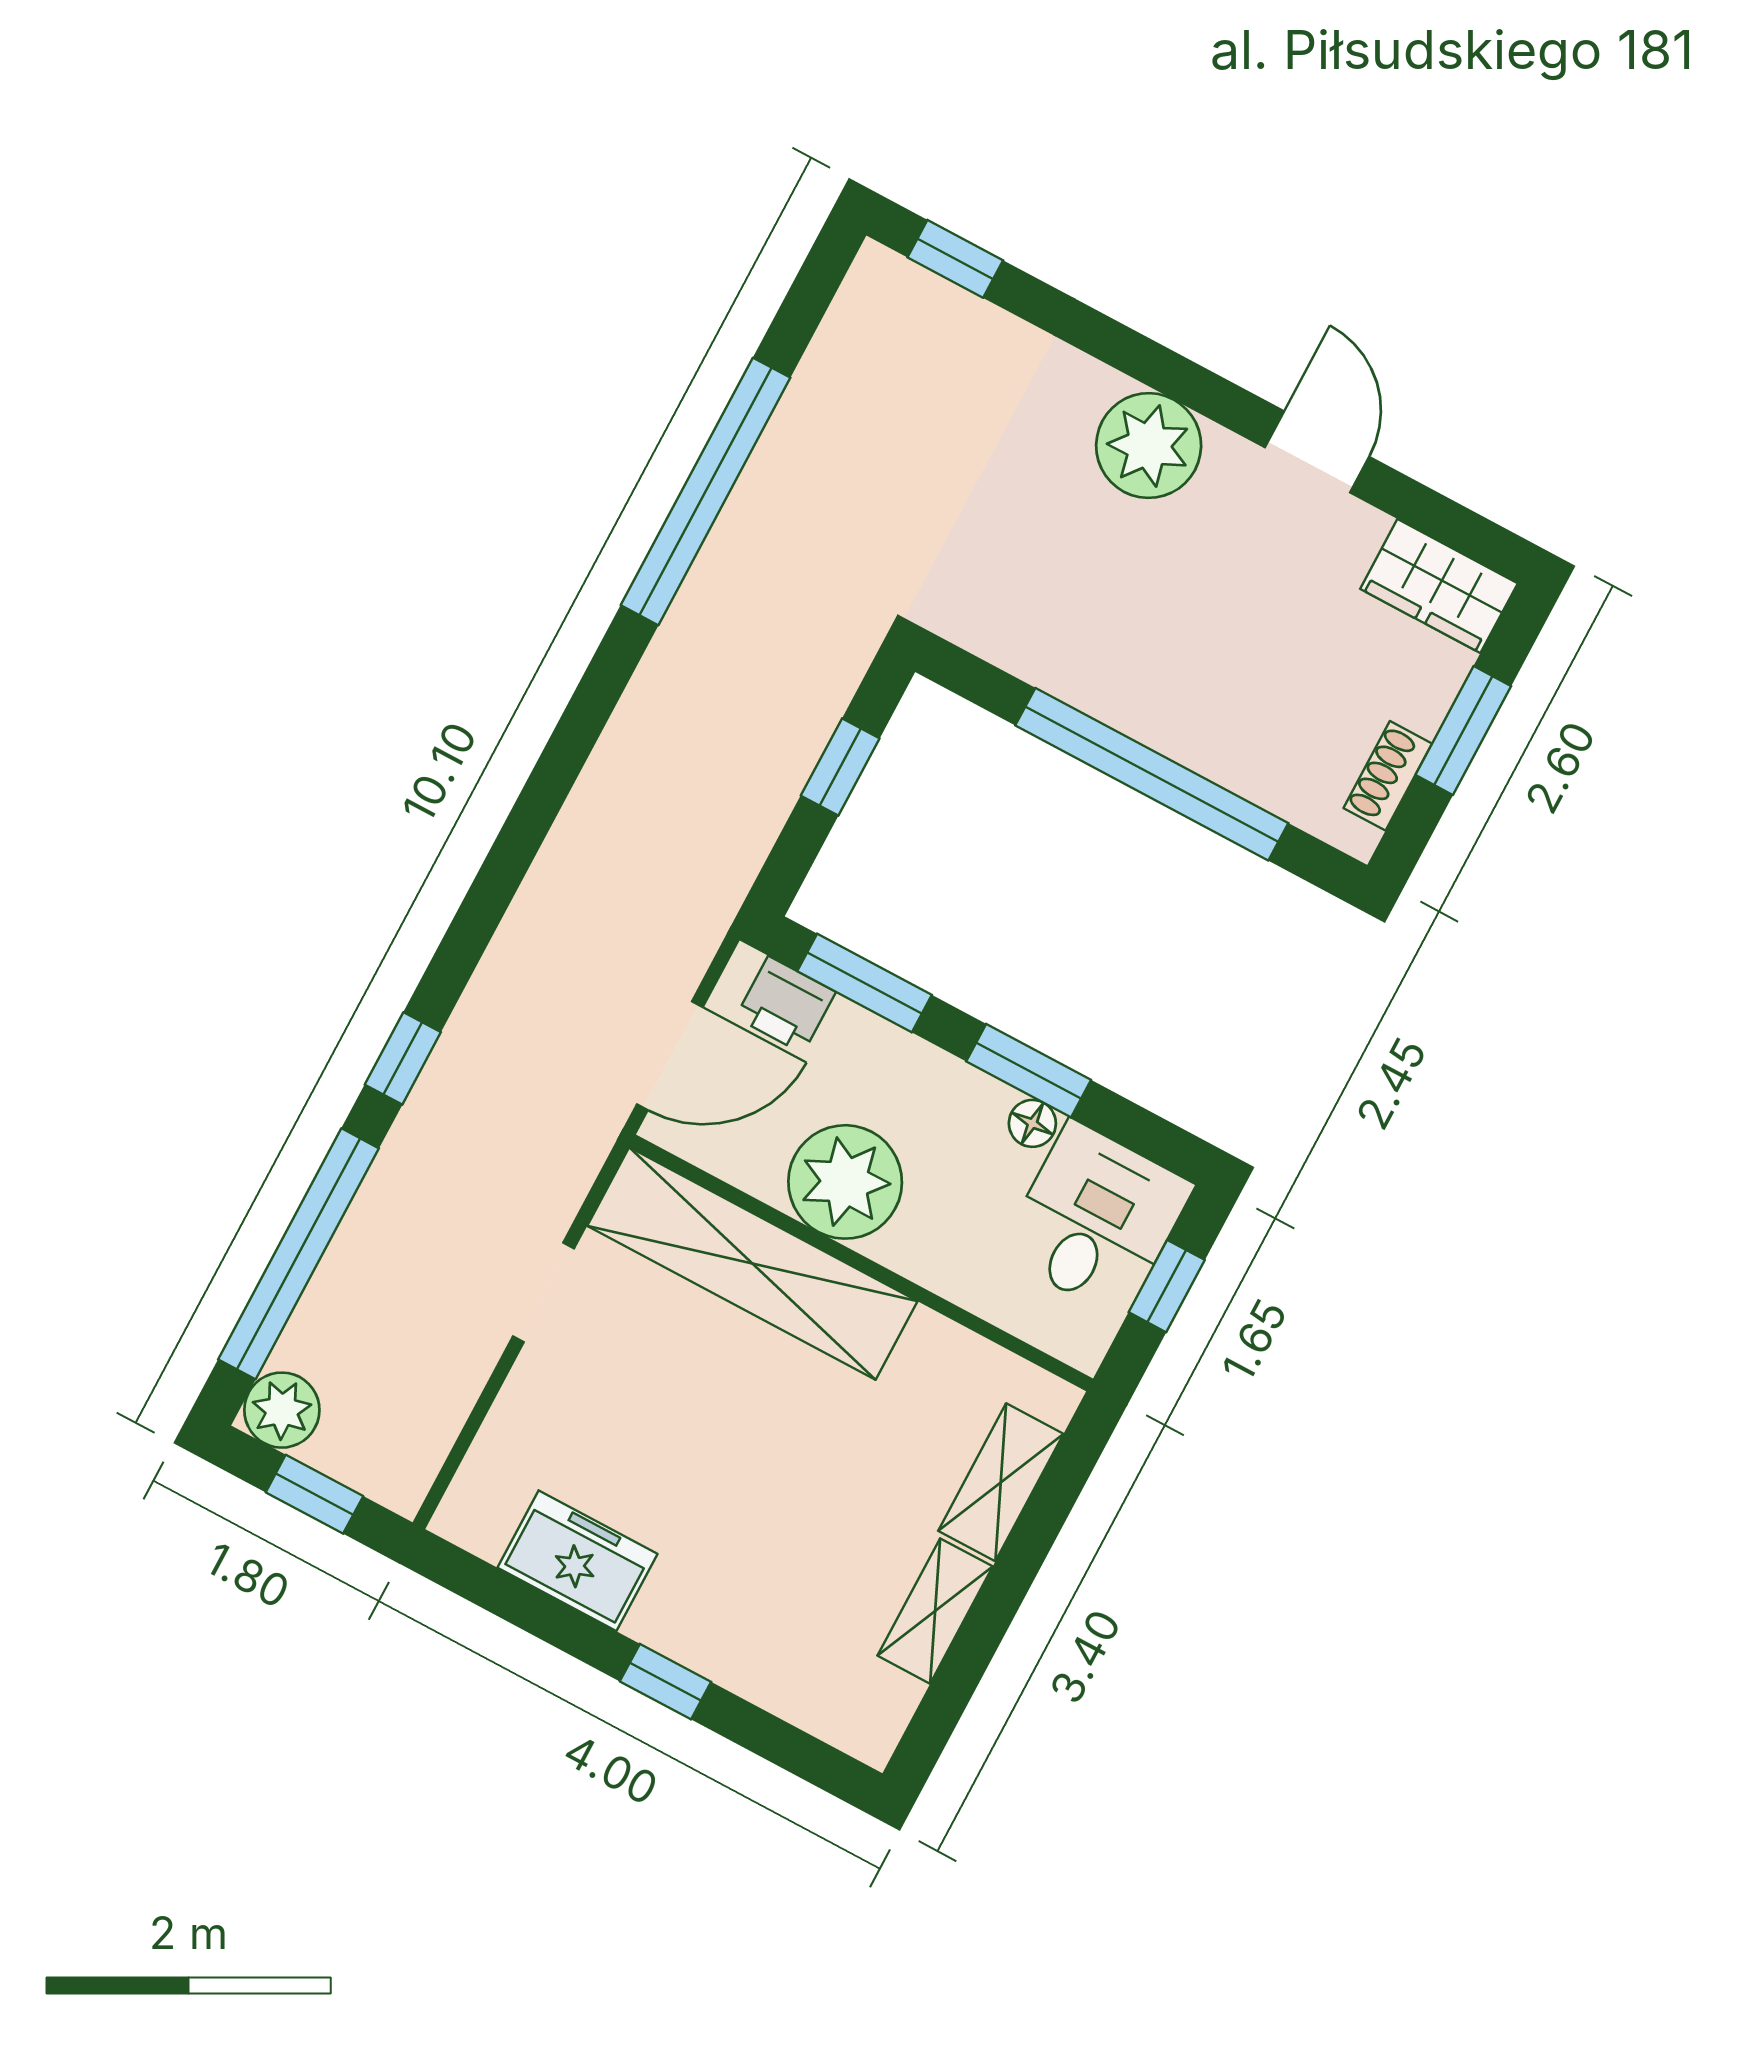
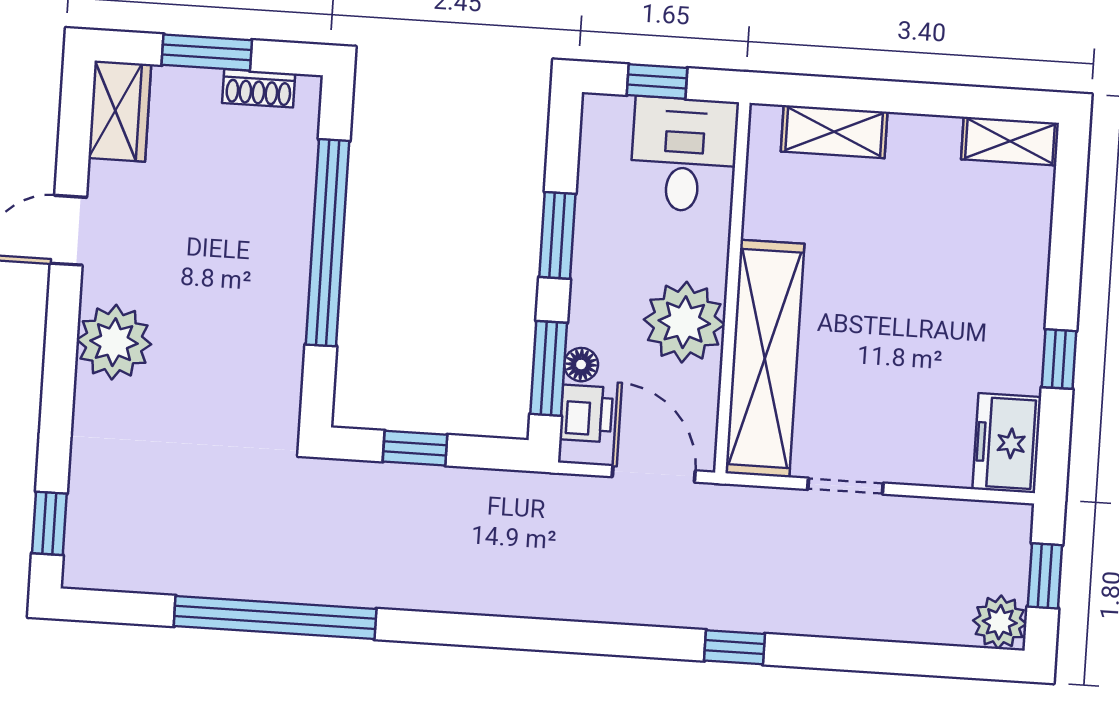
floor lamp: (1032, 1123) -> (581, 365), moved
desk: (1096, 1219) -> (684, 155), moved, turned 90
window: (299, 1254) -> (893, 657), removed
freezer: (577, 1561) -> (1007, 443), moved
shelving: (935, 1611) -> (1010, 141), moved
window: (665, 1682) -> (1059, 359), moved

